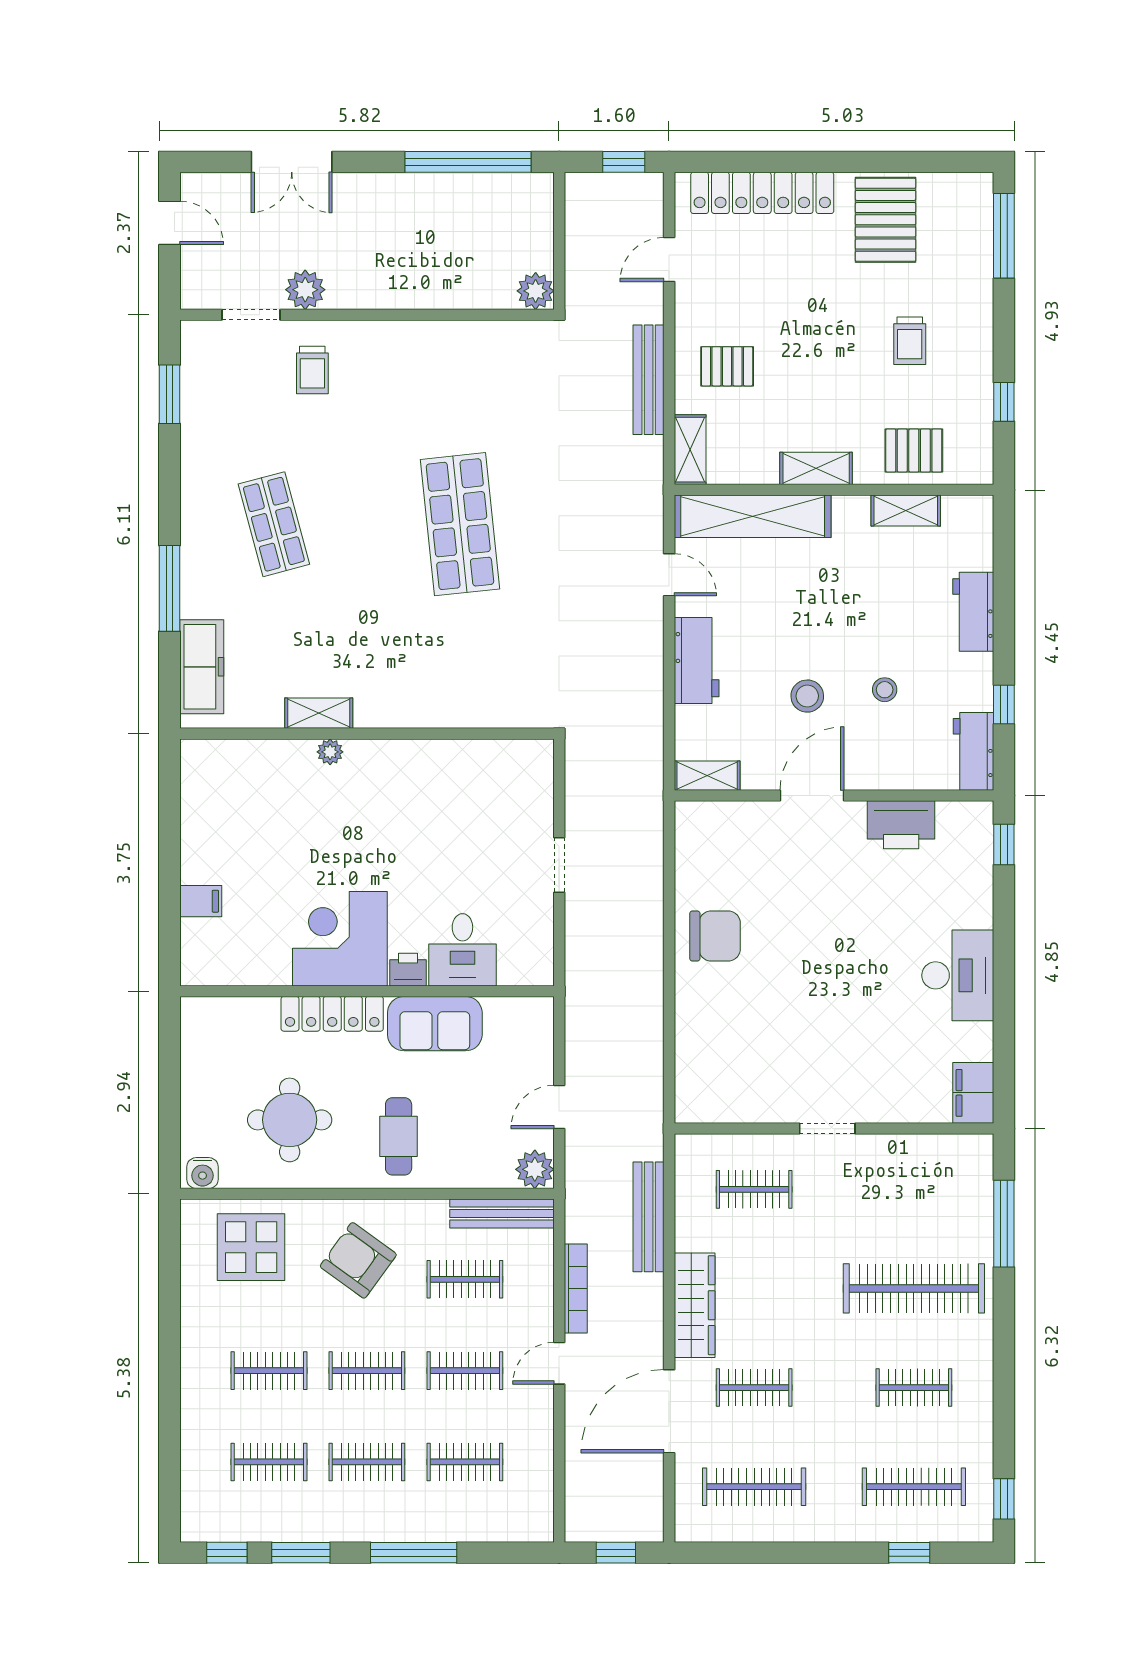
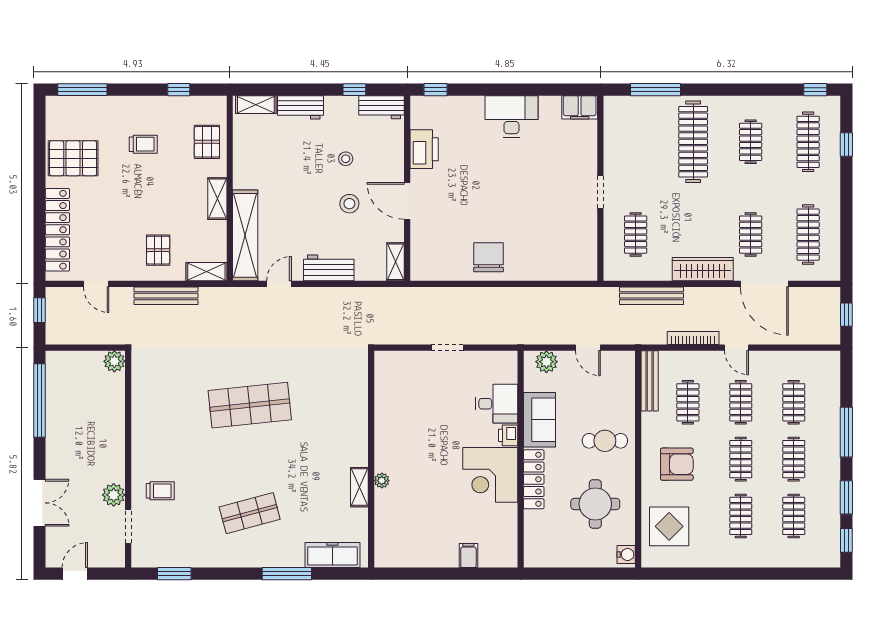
shelving: (906, 511) -> (256, 105), moved, turned 90
plant: (535, 1169) -> (546, 362), moved
armchair: (358, 1260) -> (677, 464), turned -126

